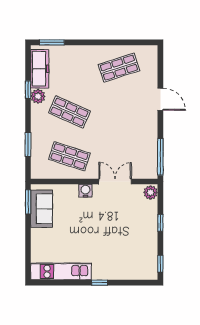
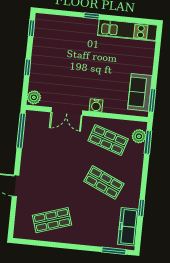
plant: (38, 96) -> (139, 136), moved
window: (28, 145) -> (148, 142), moved

